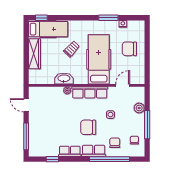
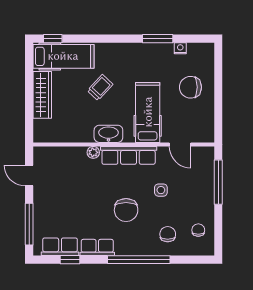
hospital bed: (99, 59) -> (148, 112), width x0.73, depth x0.78
washbasin: (64, 79) -> (108, 134), moved
door: (123, 85) -> (180, 144), swing flipped
plant: (139, 108) -> (206, 180), removed
window: (147, 125) -> (218, 182), moved
chair: (88, 127) -> (126, 210), turned -90
row of seats: (94, 151) -> (60, 247), moved
window: (110, 159) -> (139, 260), moved

